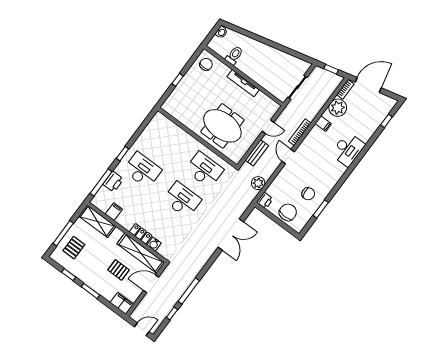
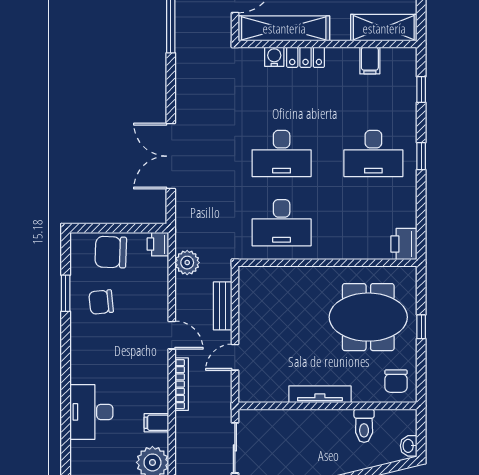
meeting table: (222, 126) -> (368, 317), moved
printer: (113, 182) -> (404, 244), moved
window: (101, 183) -> (421, 89), width x0.46
chair: (288, 212) -> (111, 252), turned 92

